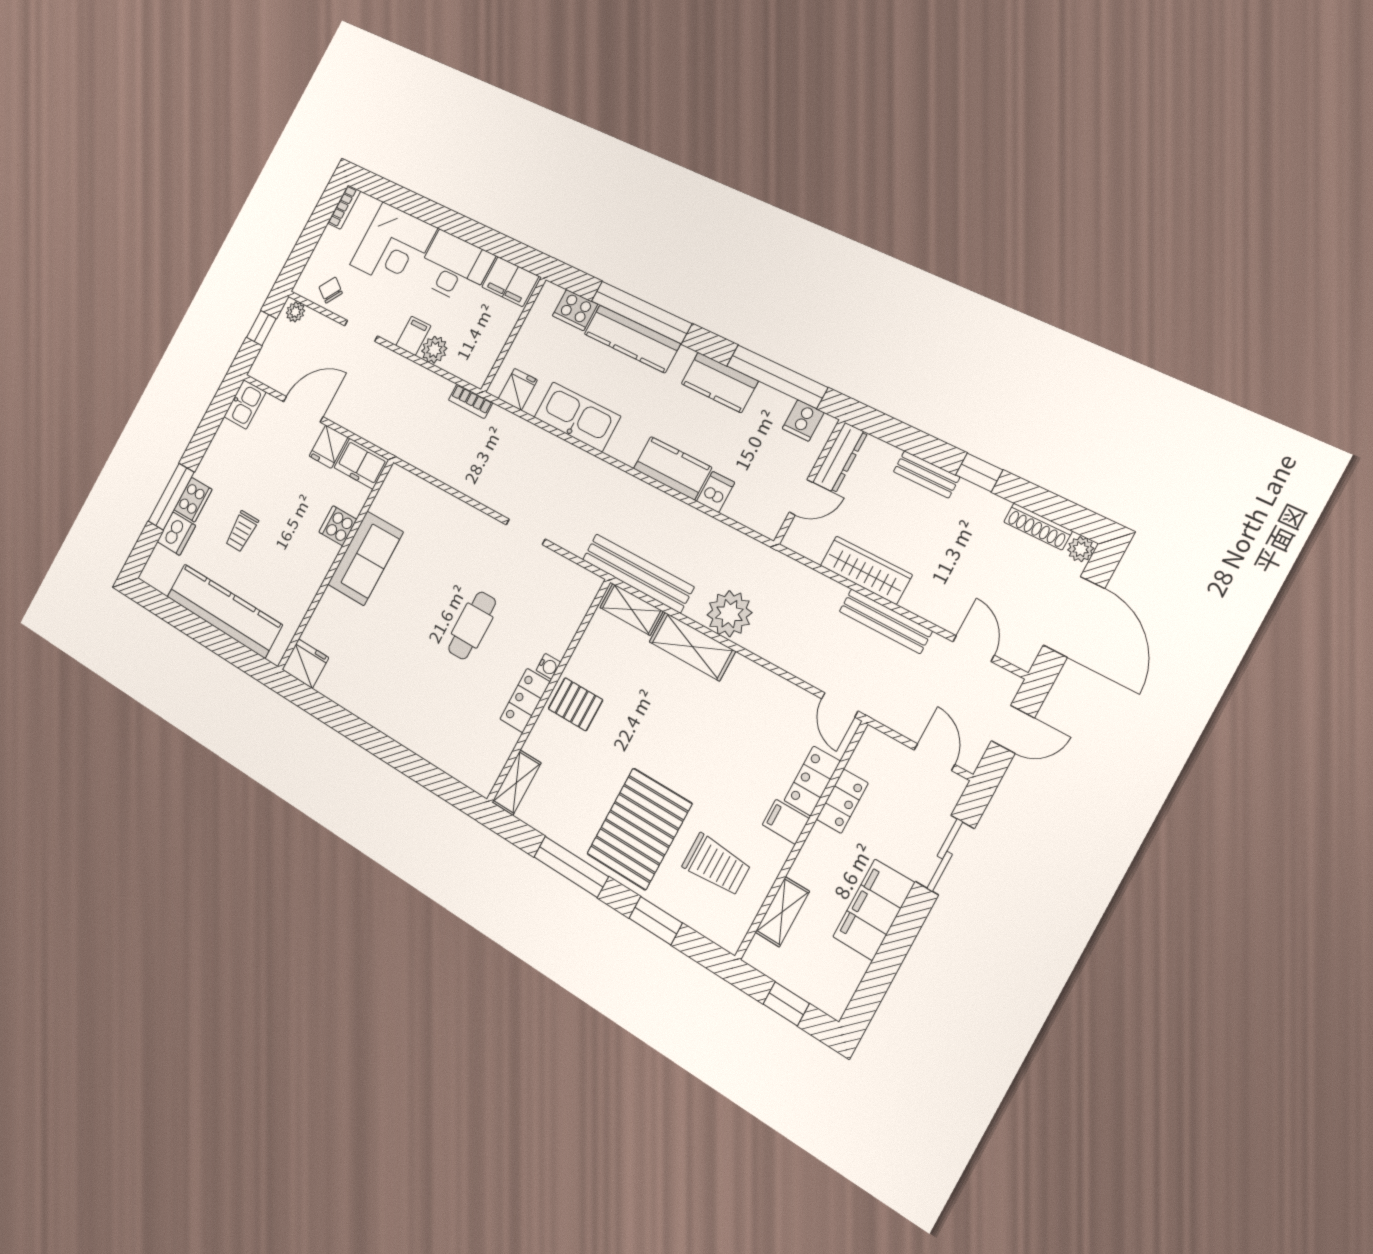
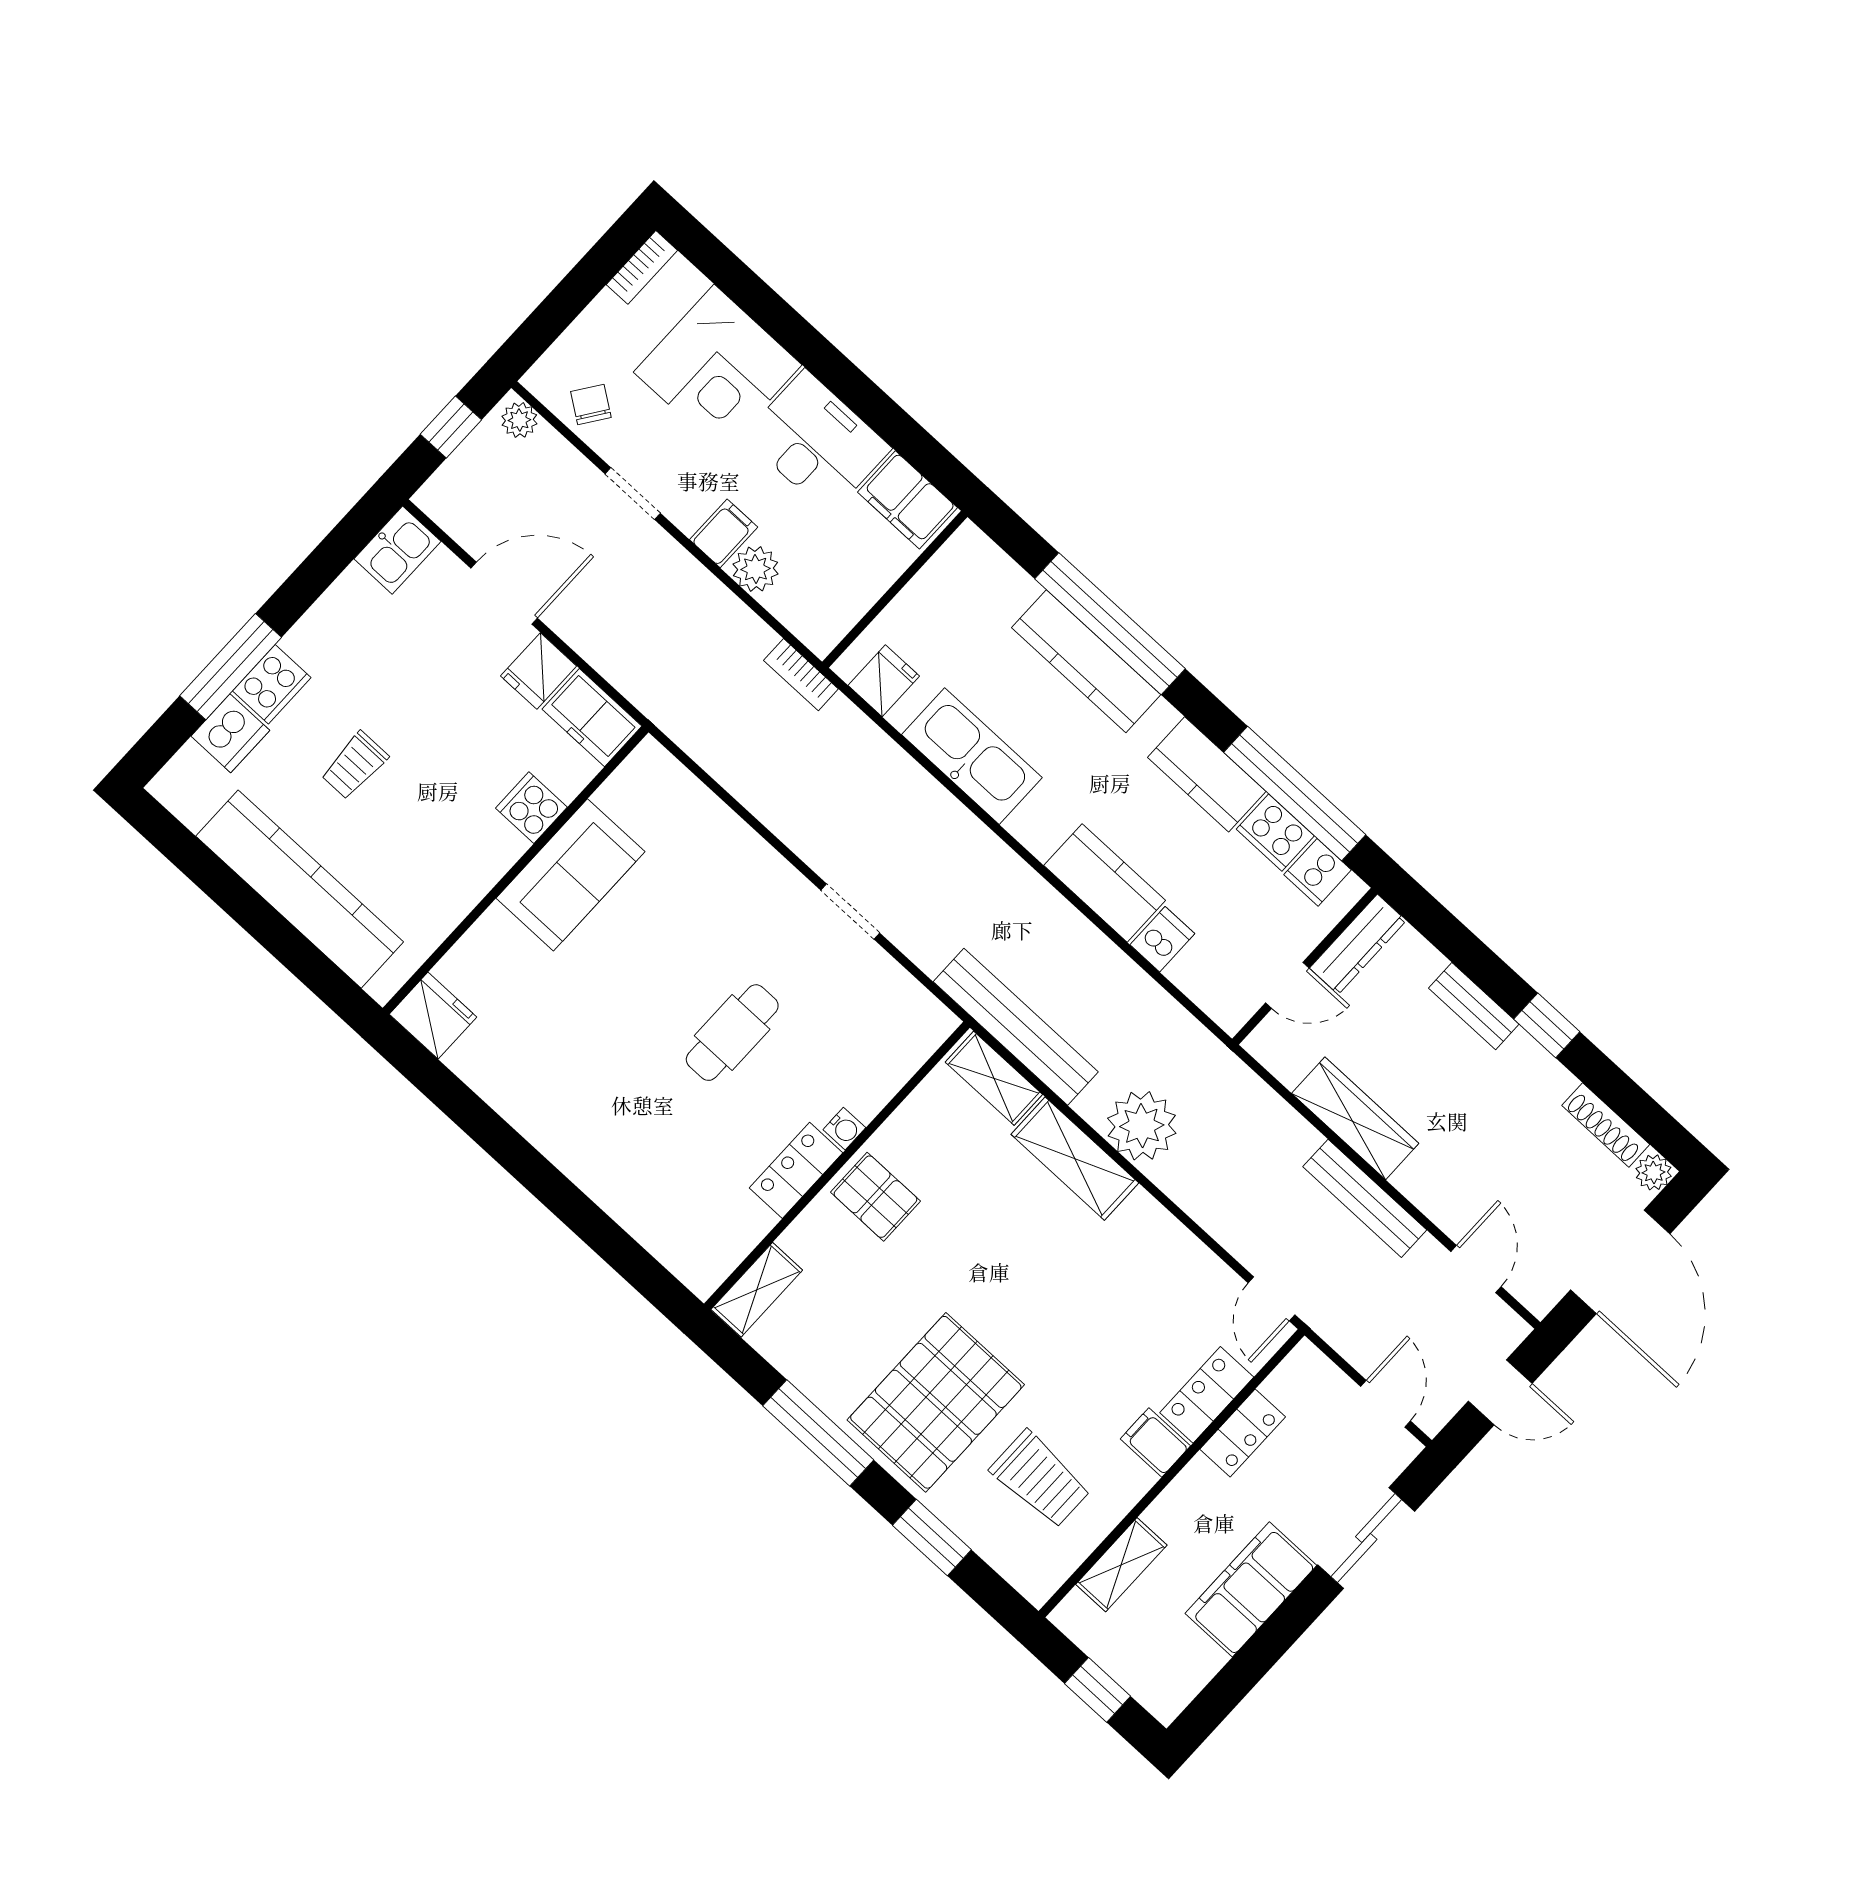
cooker: (575, 310) -> (1275, 833), moved

